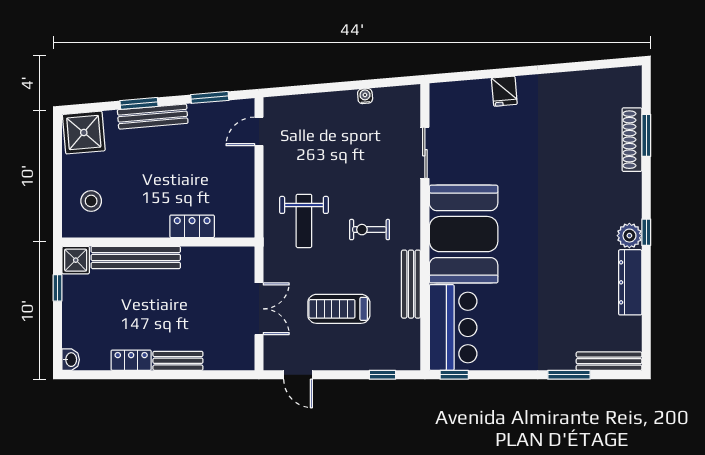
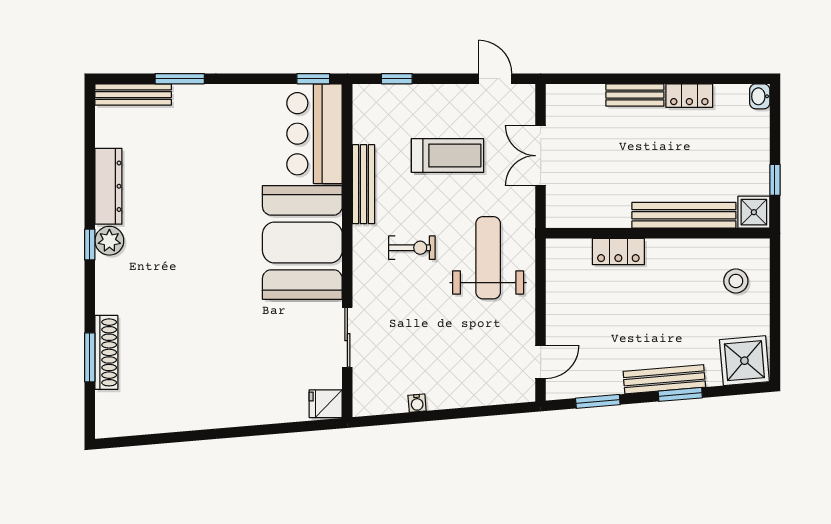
fridge: (504, 91) -> (326, 404), moved, turned -85
weight bench: (304, 221) -> (488, 258), width x1.36, depth x1.33

